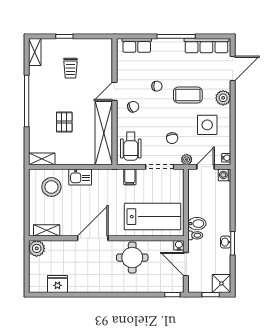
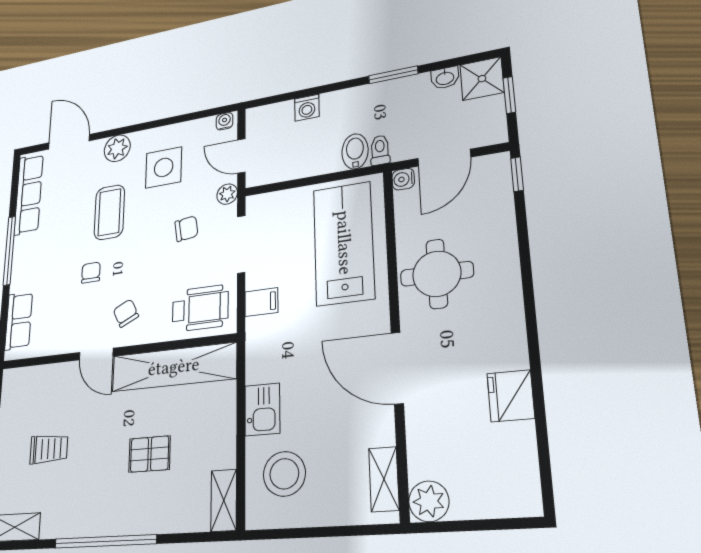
washing machine: (225, 175) -> (307, 108), moved
washbasin: (226, 242) -> (445, 78), moved
fridge: (57, 284) -> (511, 396), moved

